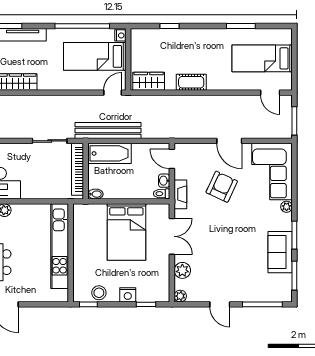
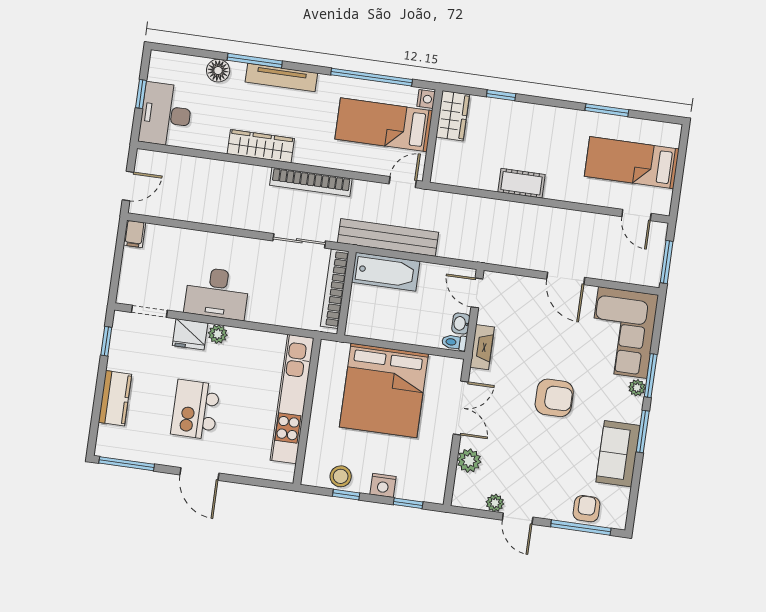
wardrobe: (149, 81) -> (453, 116), moved, turned 90
bookcase: (52, 101) -> (311, 182), added
armchair: (222, 187) -> (554, 398), moved, turned 65
bidet: (96, 194) -> (356, 329), removed
bed: (126, 232) -> (384, 390), width x1.36
window: (294, 276) -> (651, 376), moved
armchair: (264, 291) -> (587, 509), added
plant: (180, 296) -> (495, 503), moved
window: (88, 304) -> (346, 495), moved

